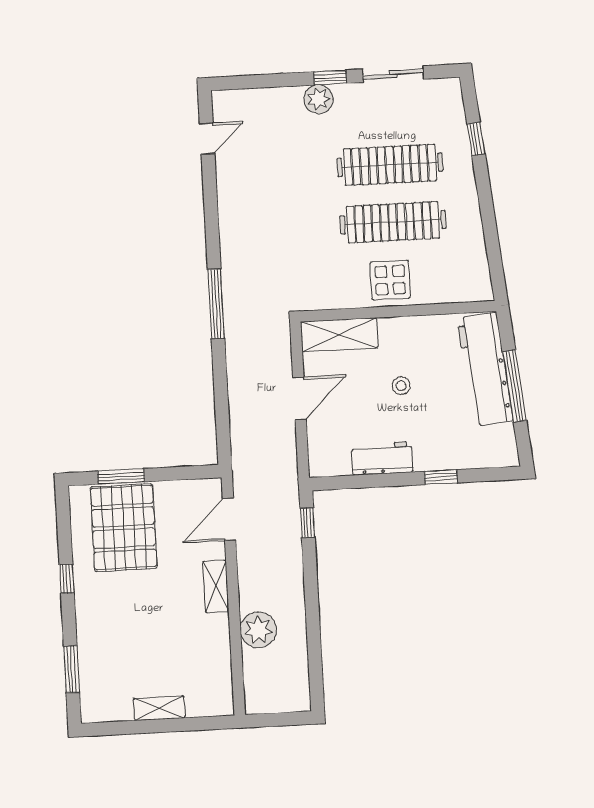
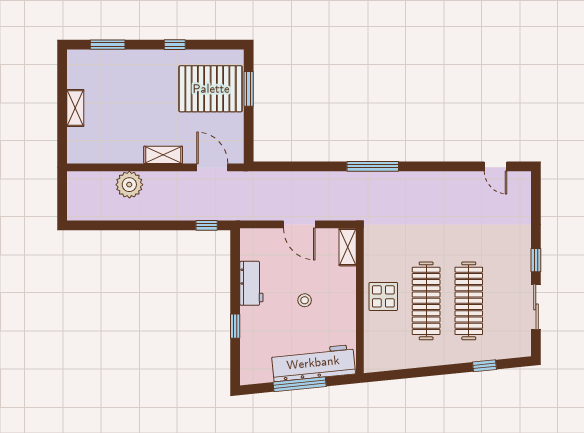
plant: (318, 99) -> (520, 250), removed
shelving: (339, 335) -> (348, 247), width x0.67, depth x0.75

